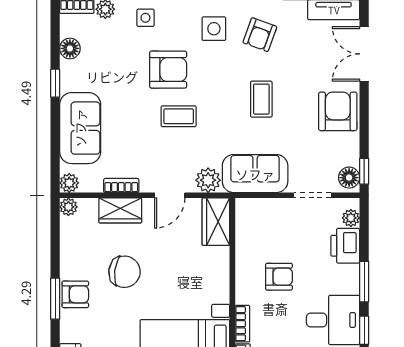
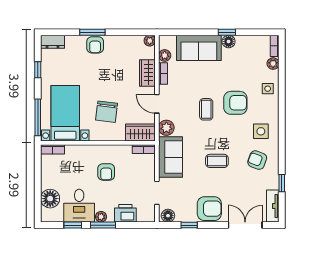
floor lamp: (70, 48) -> (229, 41), moved
armchair: (168, 70) -> (235, 103), turned -90
window: (364, 171) -> (189, 225), moved
plant: (69, 183) -> (165, 56), moved
plant: (351, 218) -> (101, 217), moved
chair: (125, 272) -> (107, 112), moved
bookcase: (242, 324) -> (144, 149), moved

